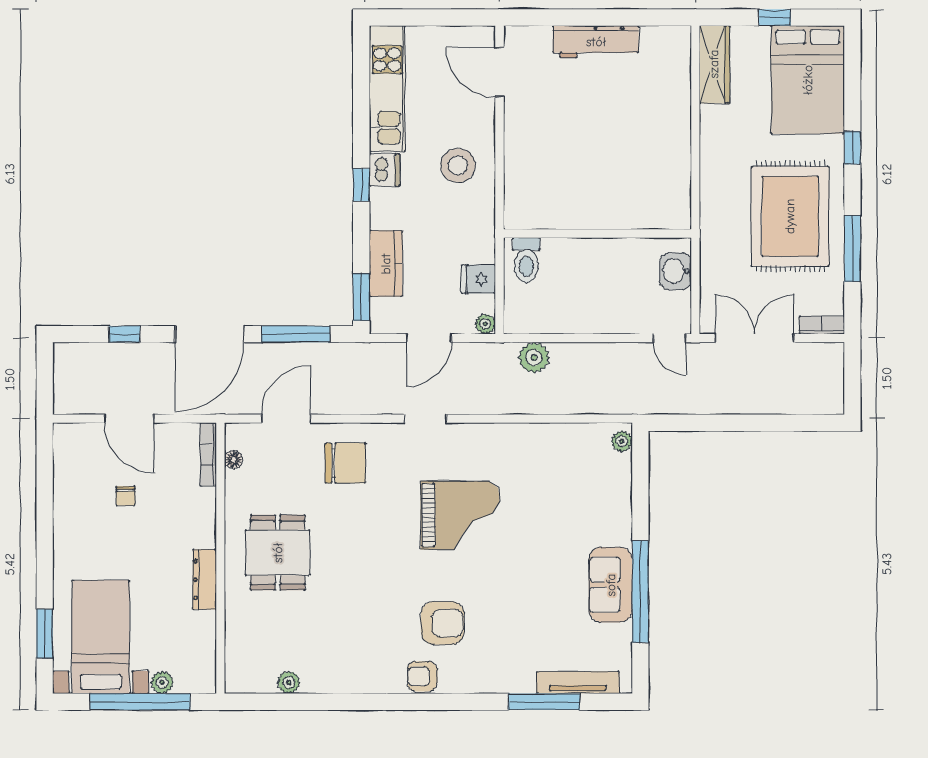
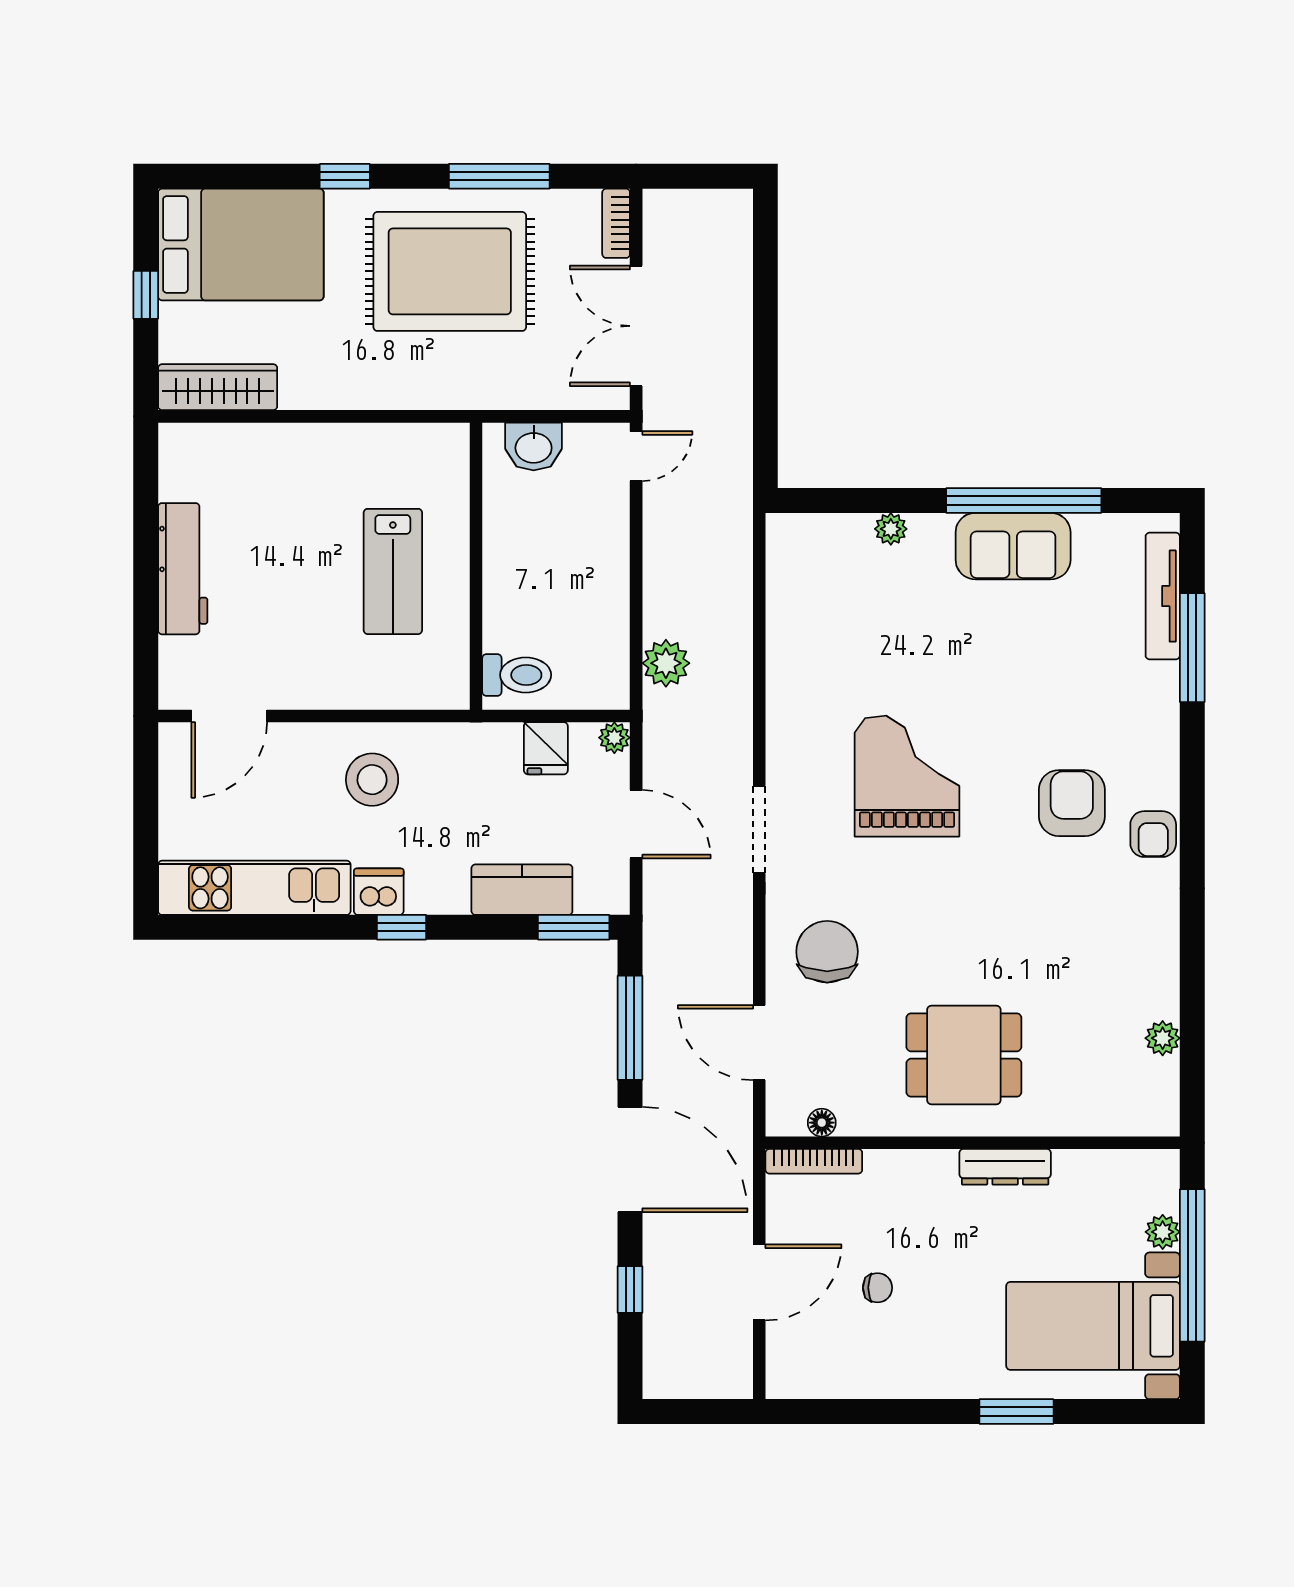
lab bench: (594, 179) -> (393, 571), added
doorway: (425, 419) -> (759, 830), width x1.38
plant: (622, 441) -> (891, 529), moved
window: (45, 634) -> (1016, 1412), moved

